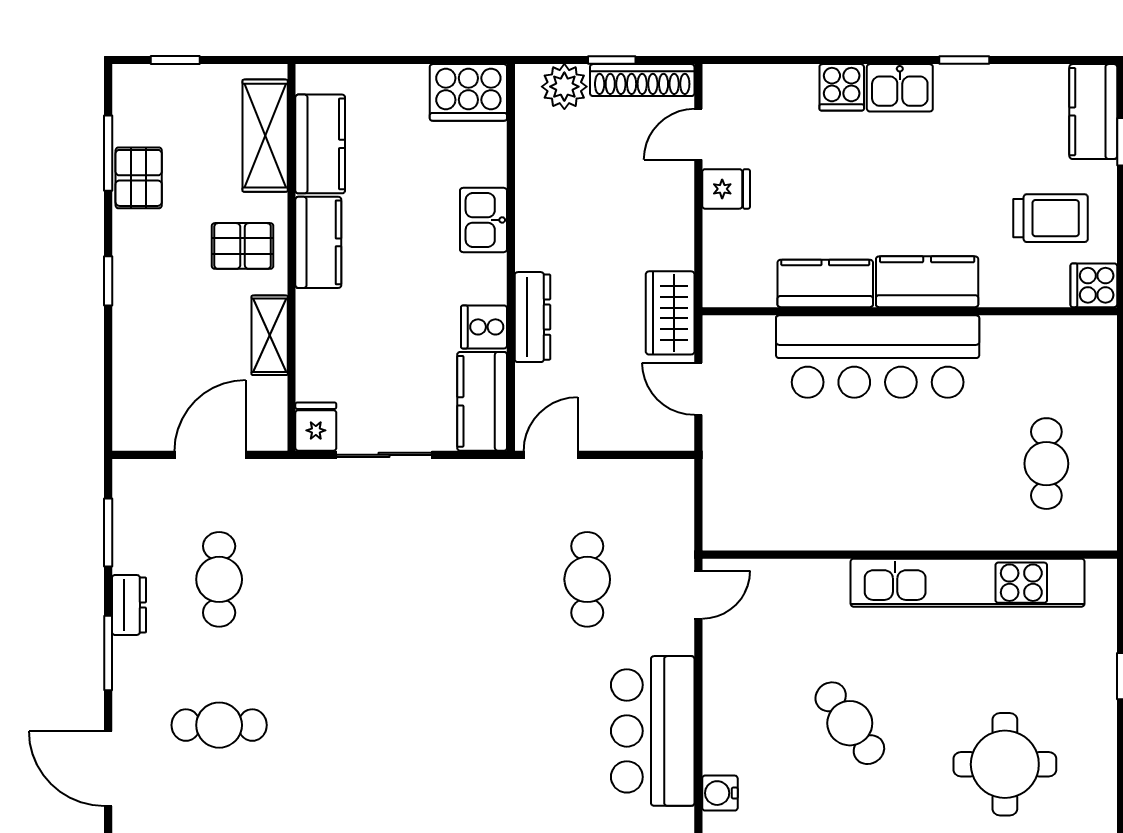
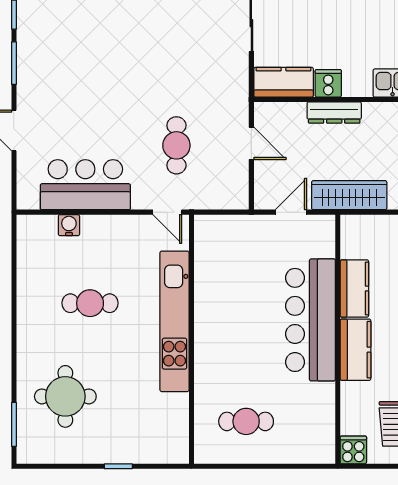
wardrobe: (670, 313) -> (349, 195), width x1.50
door: (551, 455) -> (251, 143), moved
cafe table: (587, 579) -> (176, 145), turned 90
kitchen unit: (968, 583) -> (174, 321), moved
cafe table: (850, 723) -> (90, 303), turned 36
water cooler: (720, 793) -> (69, 225), moved

